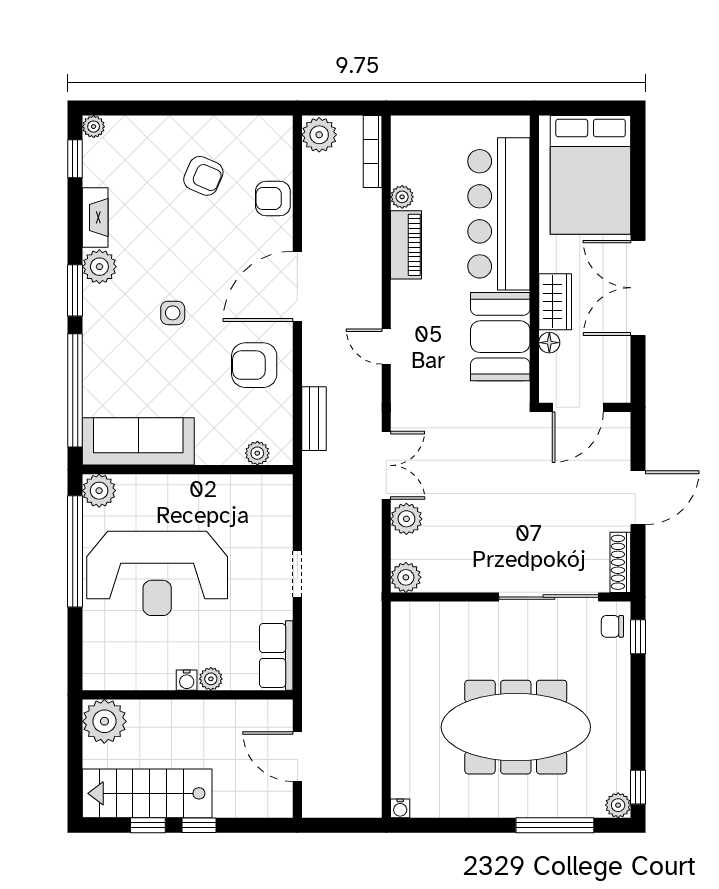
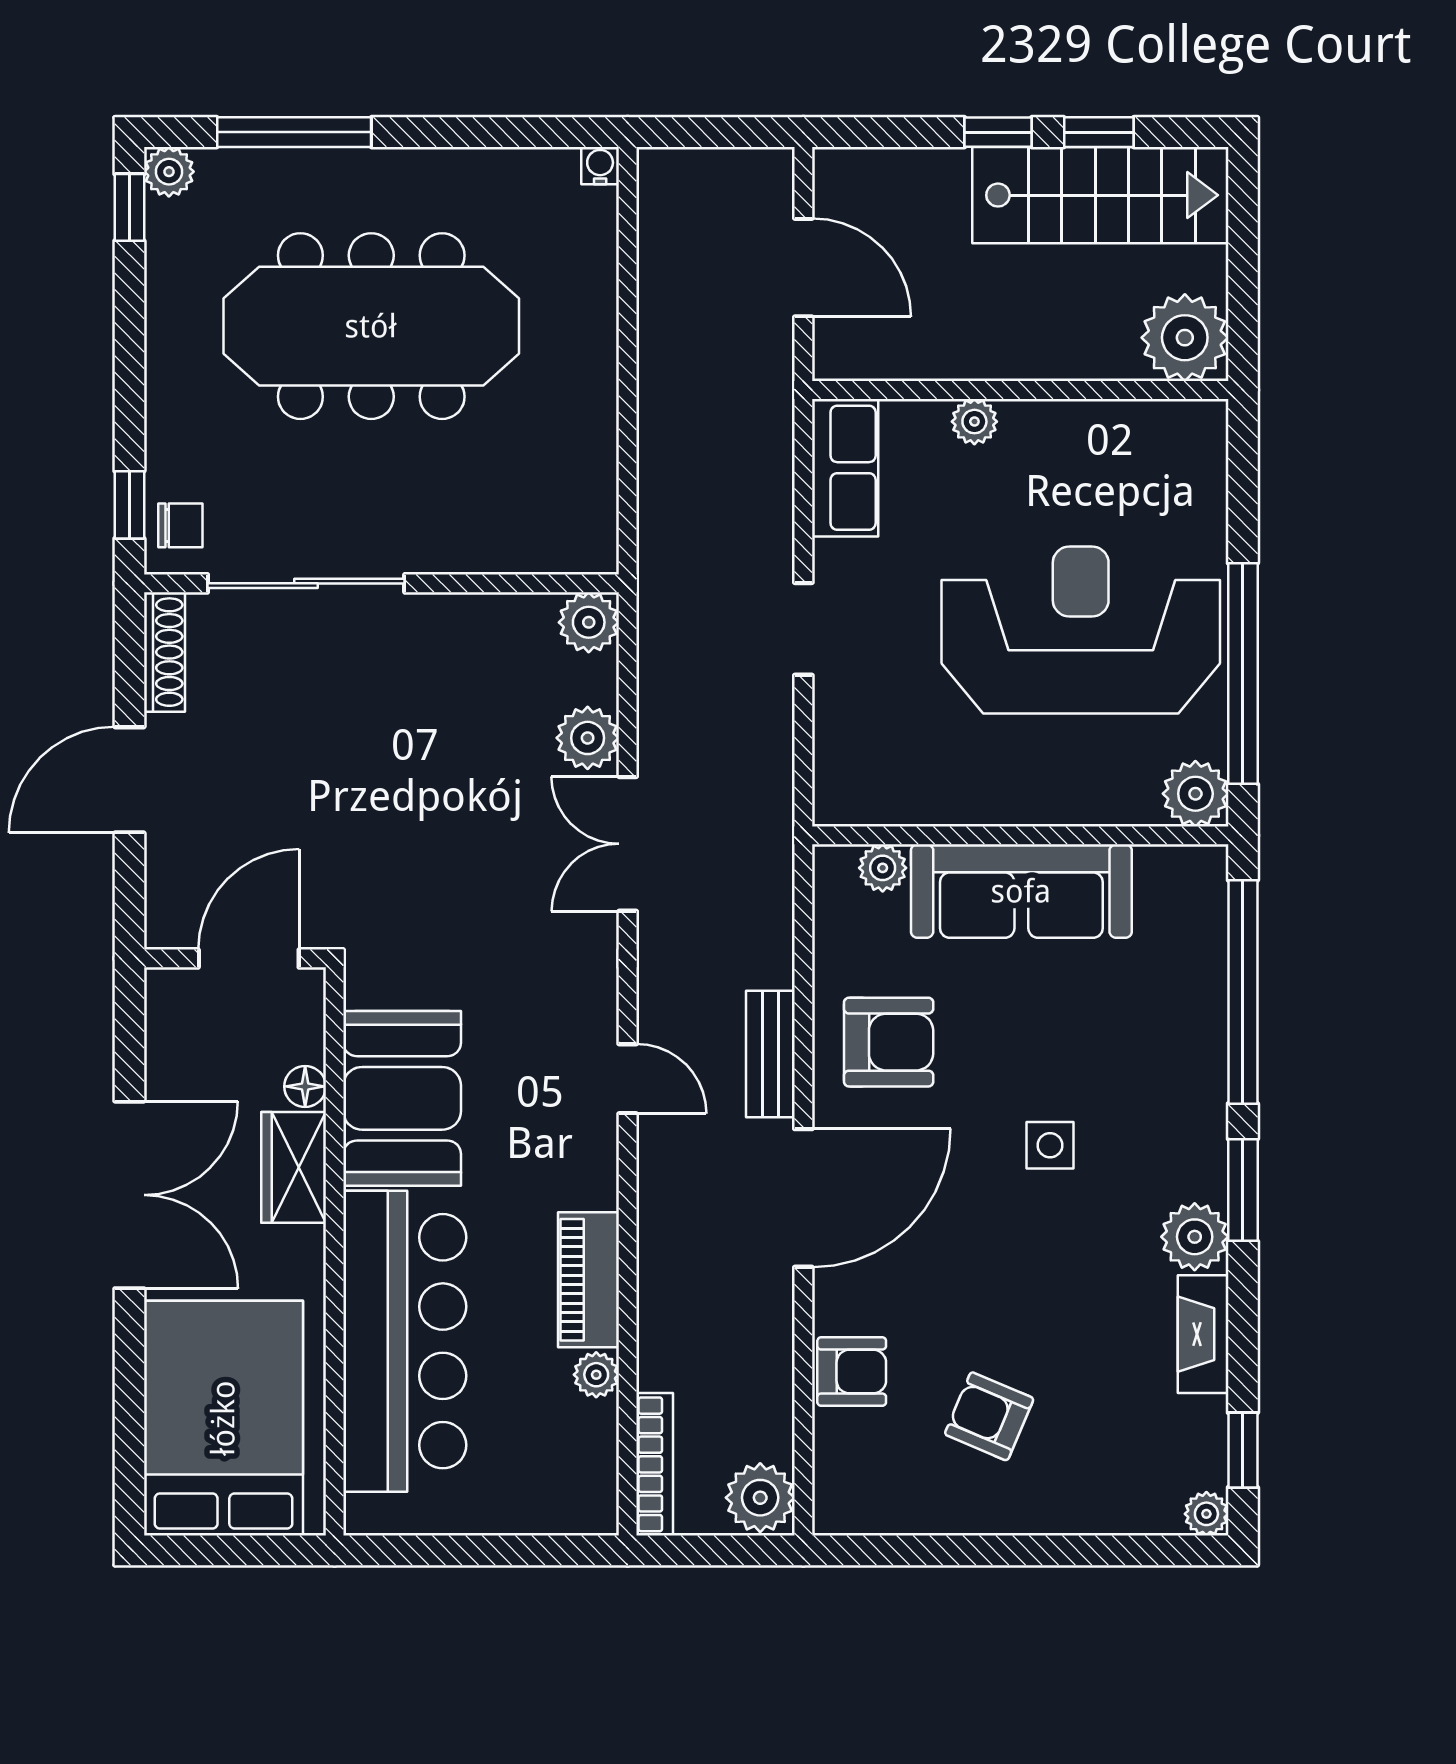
bench: (314, 419) -> (770, 1054), moved
sofa: (138, 441) -> (1021, 891), moved
water cooler: (187, 680) -> (1022, 419), removed

